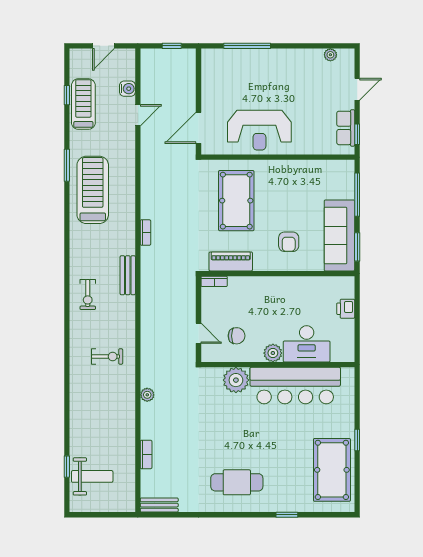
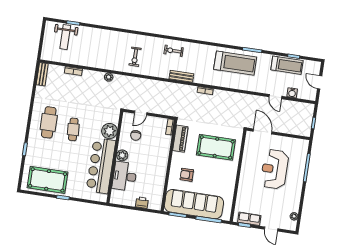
reception desk: (259, 130) -> (275, 169), moved
sofa: (339, 235) -> (194, 204), width x1.36, depth x1.27
cafe table: (242, 440) -> (73, 129), added

